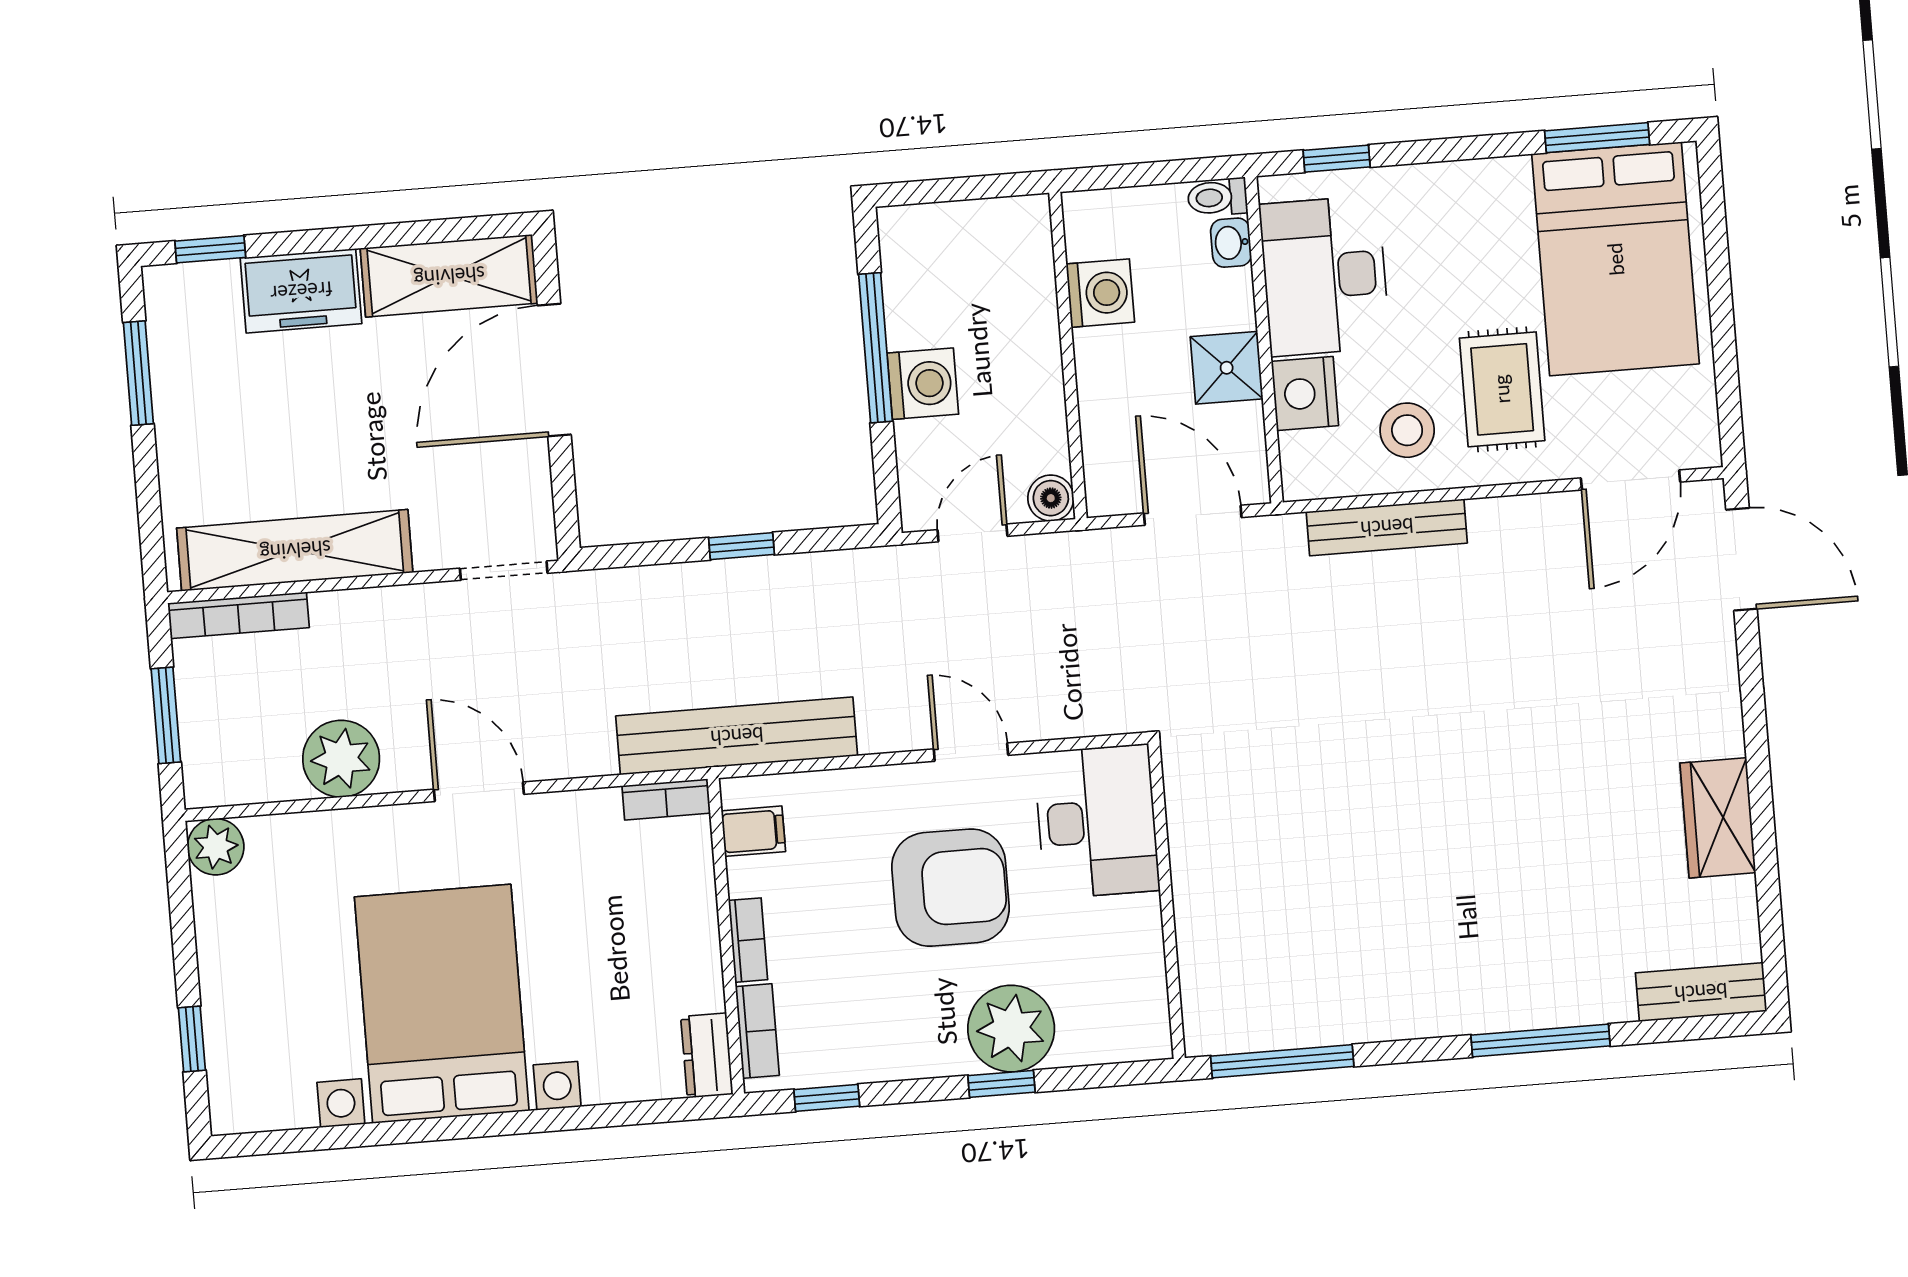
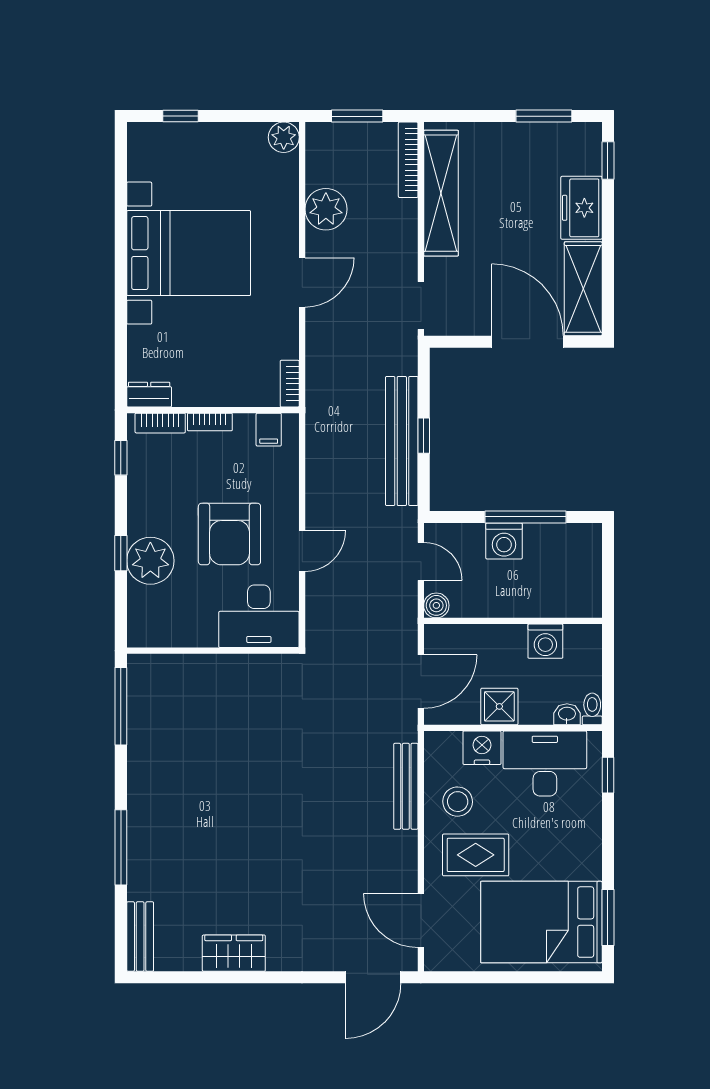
bench: (737, 736) -> (402, 441), moved

